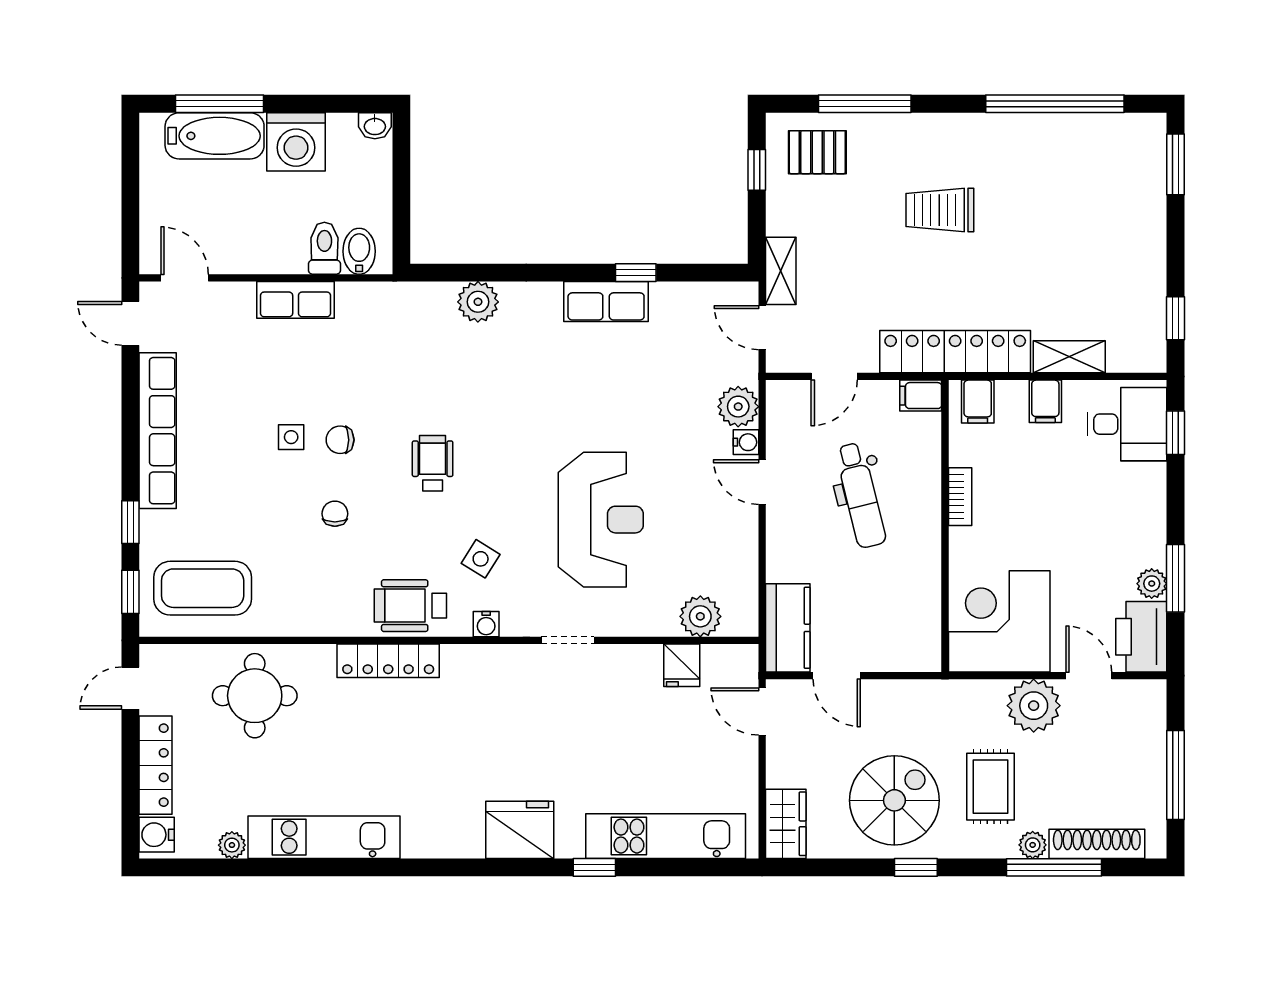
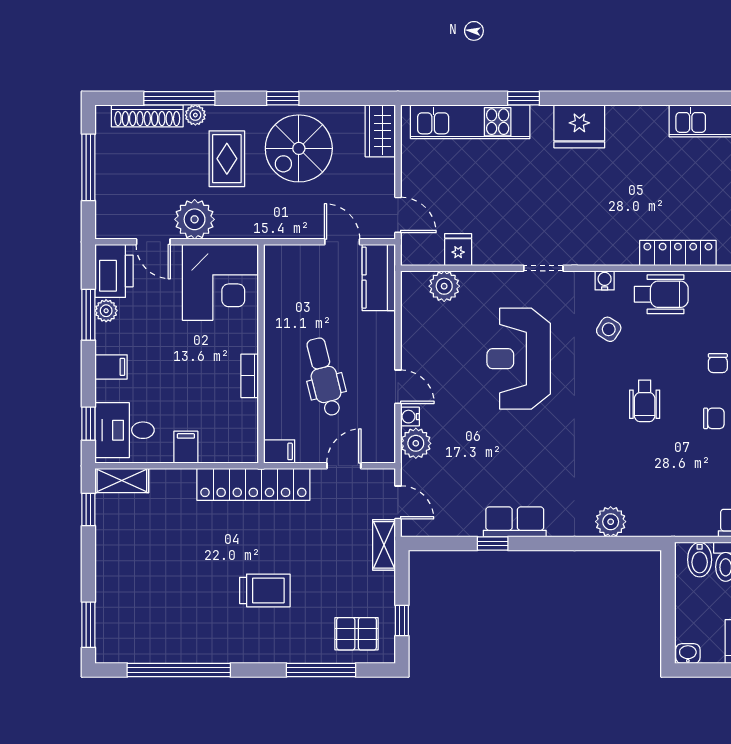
shelving: (1069, 357) -> (122, 481), moved
filing cabinet: (978, 402) -> (111, 367), moved, turned 90

